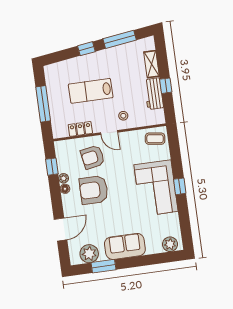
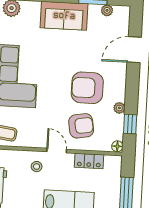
floor lamp: (65, 189) -> (117, 146), moved
armchair: (94, 190) -> (87, 88), turned 180
plant: (89, 254) -> (107, 10), width x0.53, depth x0.53

